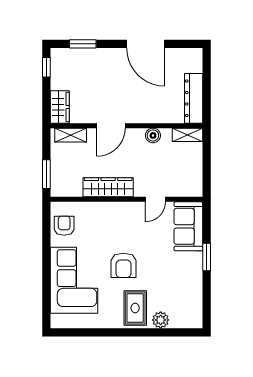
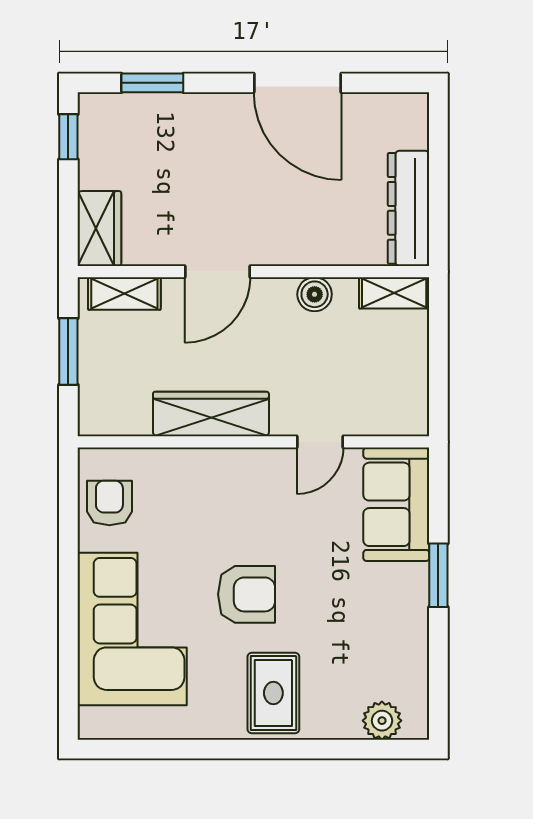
window: (46, 174) -> (68, 351), moved
armchair: (123, 265) -> (246, 594), turned -90
plant: (161, 320) -> (382, 721), moved

